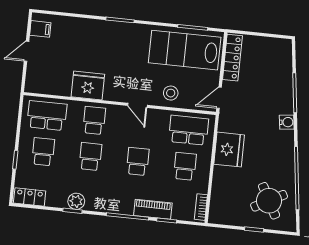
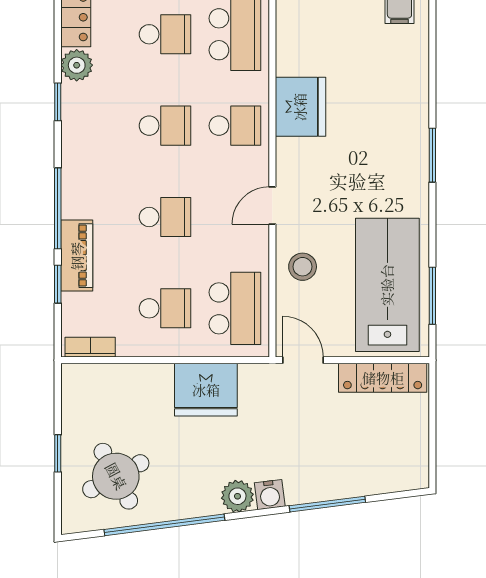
plant: (286, 139) -> (237, 496), added
plant: (76, 201) -> (77, 65), moved

